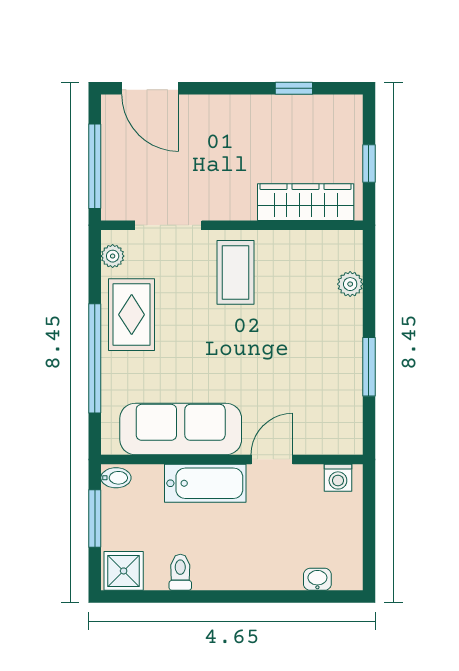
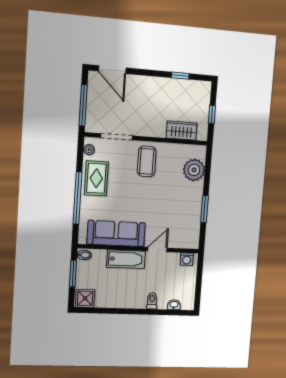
wardrobe: (306, 202) -> (182, 130), width x0.67
plant: (350, 284) -> (194, 170), width x1.88, depth x1.88
toilet: (180, 572) -> (152, 301), moved

